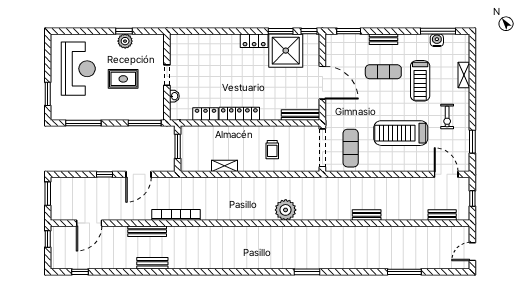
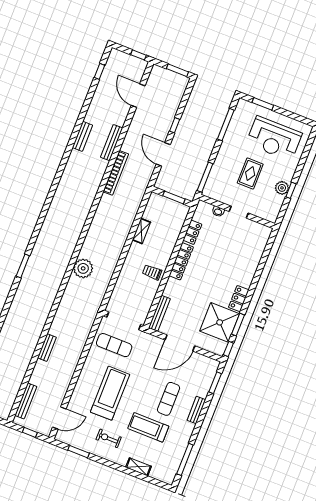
water cooler: (437, 40) -> (177, 455), removed
trolley: (272, 150) -> (152, 272), moved
bench: (367, 215) -> (47, 348), moved
bench: (442, 215) -> (26, 401), width x1.36

